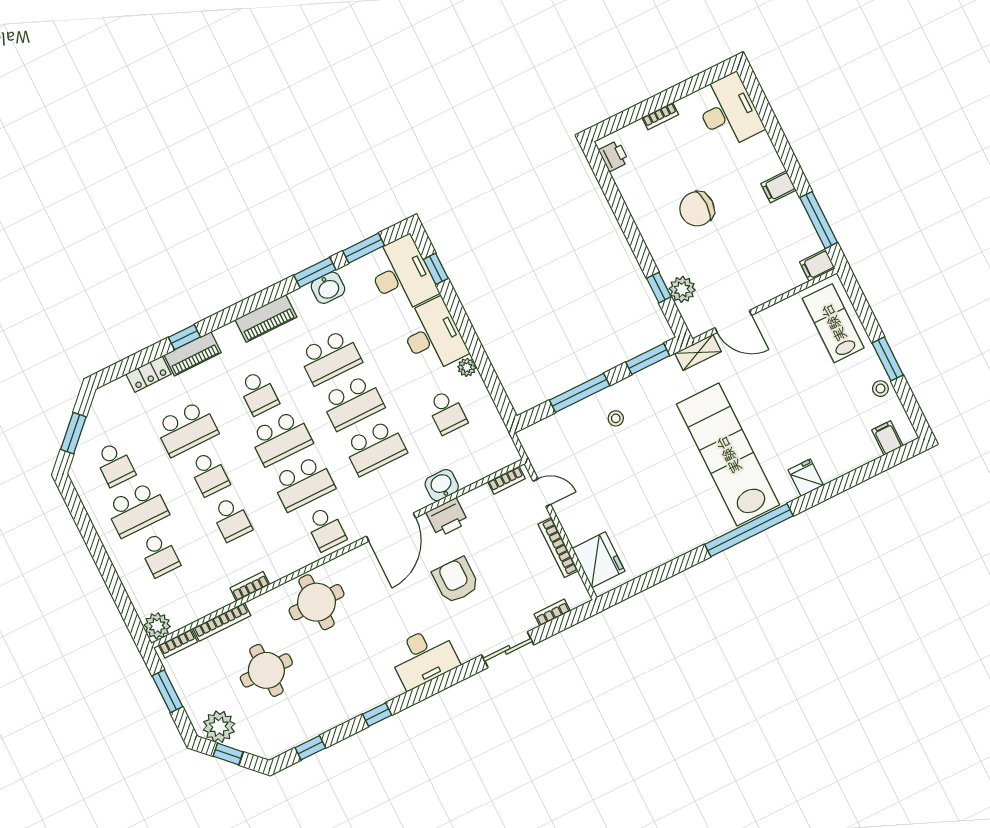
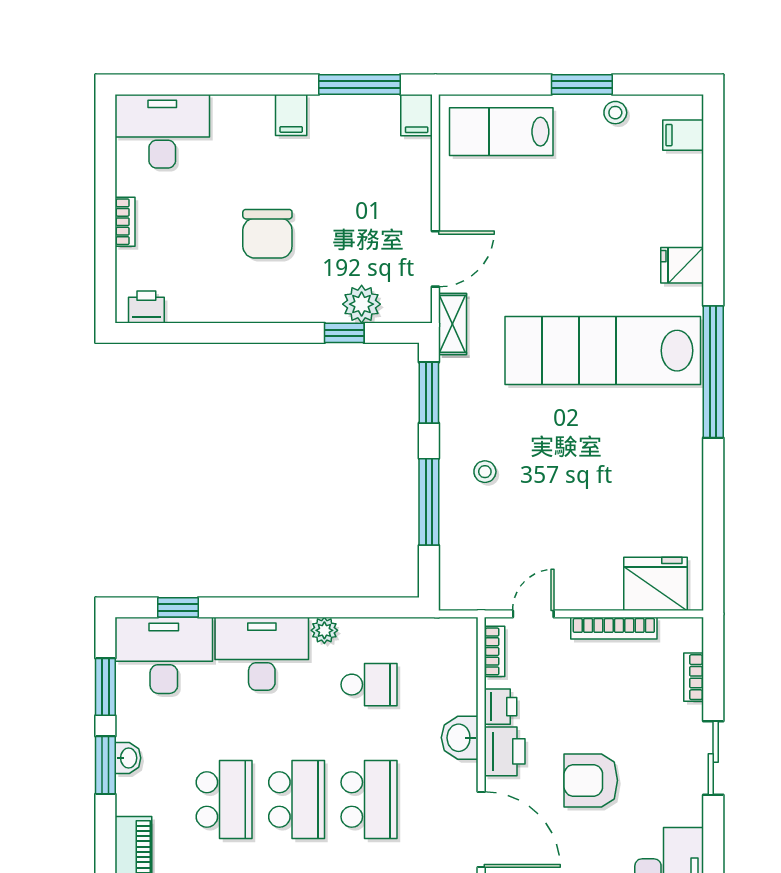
washbasin: (328, 288) -> (128, 758), width x0.72, depth x0.69
printer: (474, 501) -> (501, 707), added

